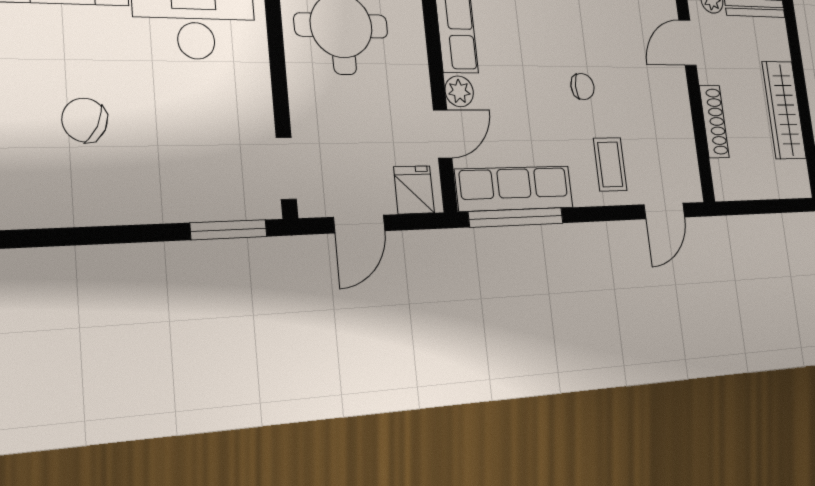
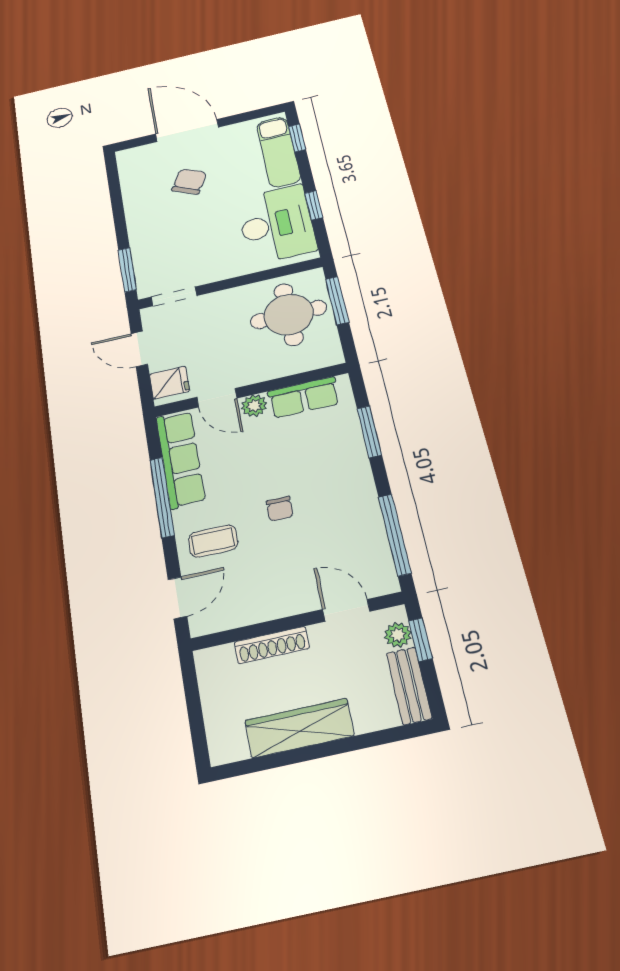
door: (664, 211) -> (177, 598), swing flipped
window: (516, 217) -> (162, 497), moved

